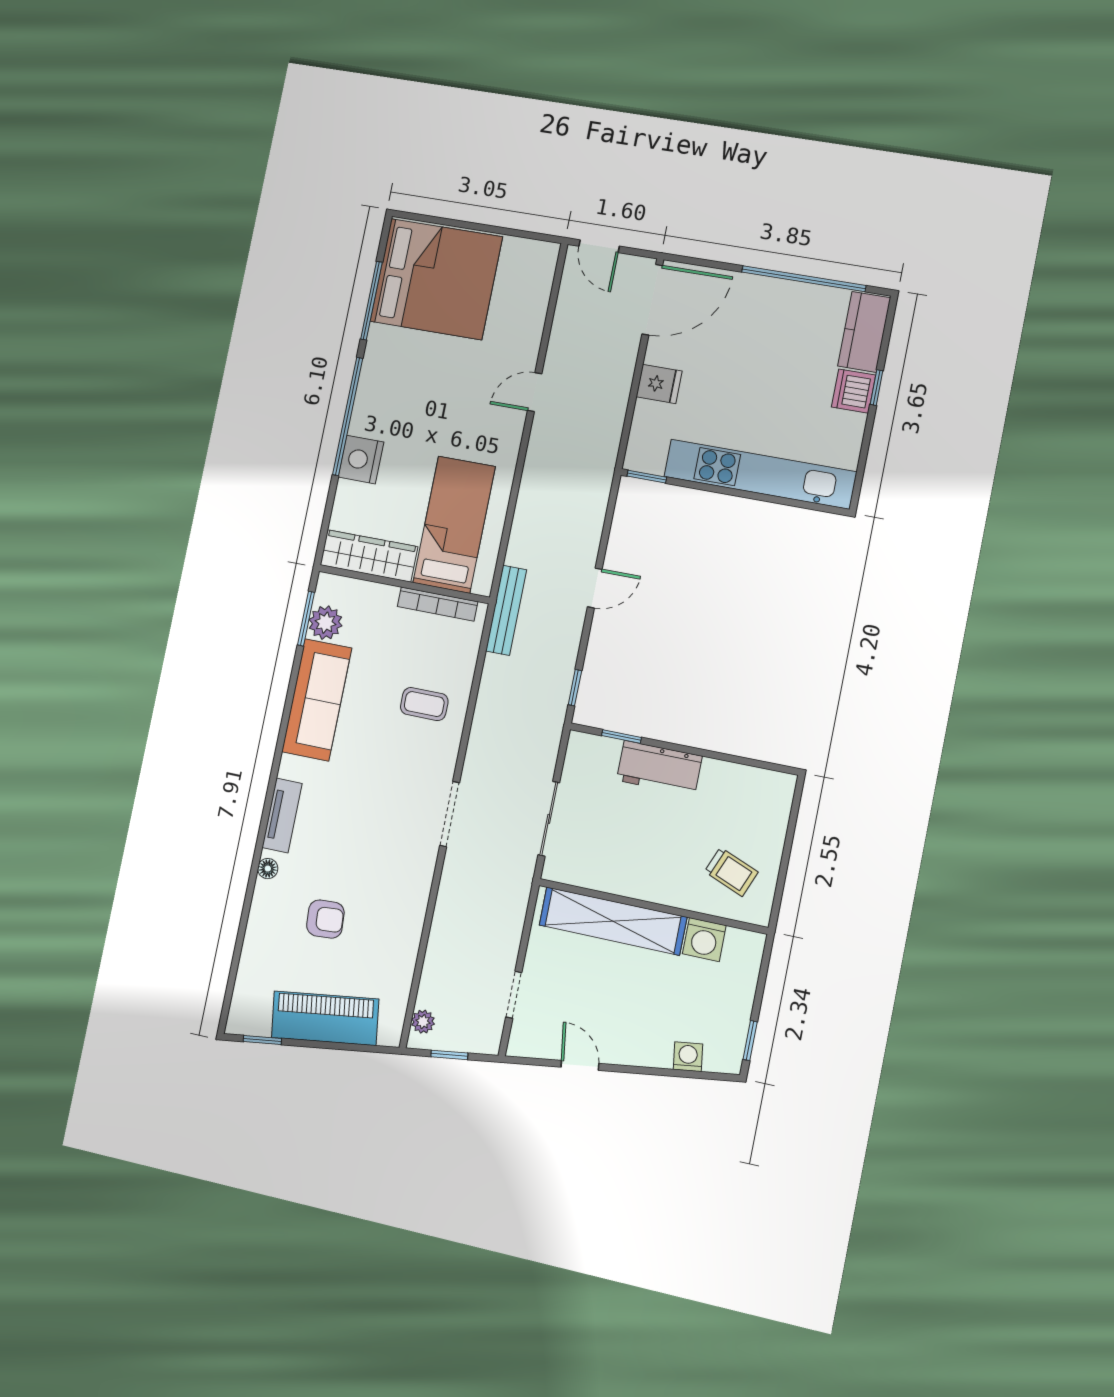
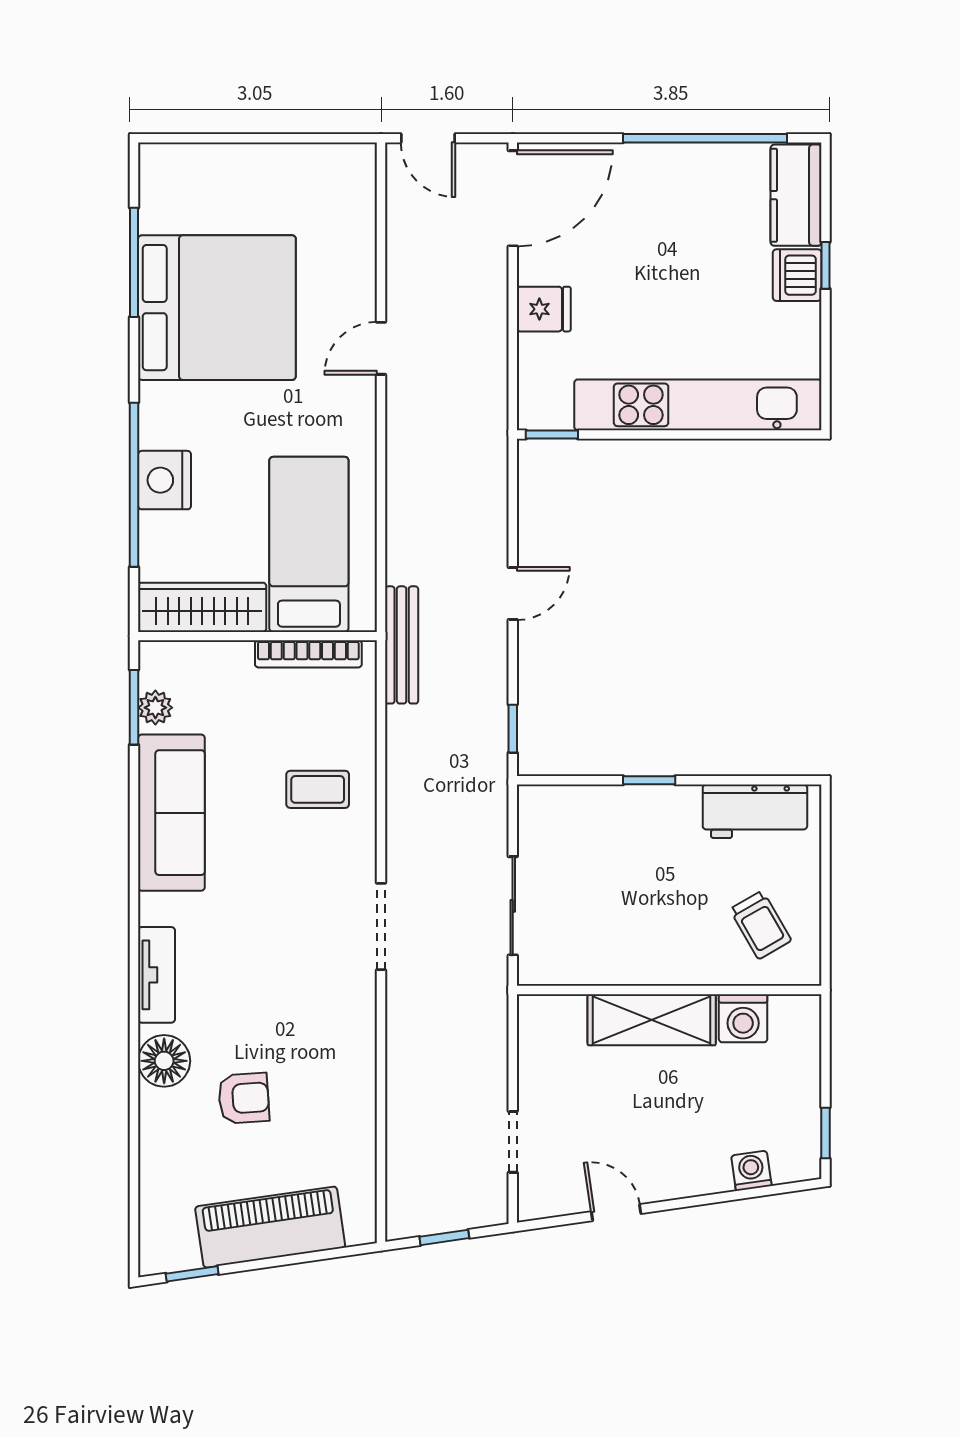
bed: (436, 279) -> (217, 308), moved
window: (348, 416) -> (134, 485), moved
plant: (325, 623) -> (155, 708), width x0.73, depth x0.73
window: (621, 736) -> (649, 780), moved
workbench: (659, 768) -> (755, 811), moved
floor lamp: (268, 869) -> (164, 1061), width x1.89, depth x1.89
trolley: (731, 872) -> (760, 925), turned 38
shelving: (613, 921) -> (652, 1020), width x0.68
plant: (423, 1022) -> (401, 1203), removed

